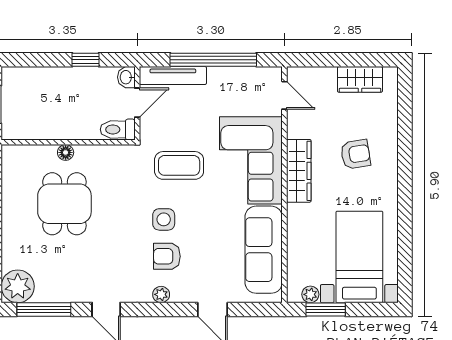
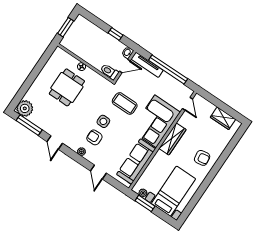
armchair: (356, 154) -> (202, 158), moved

